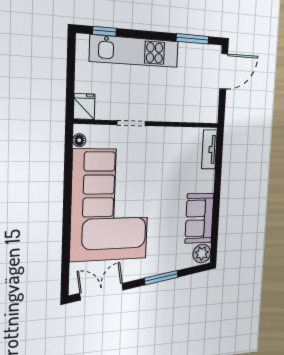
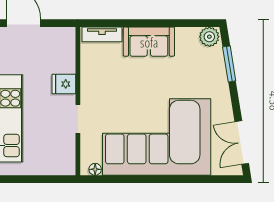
fridge: (84, 107) -> (64, 84), moved
sofa: (199, 218) -> (149, 42), moved
window: (161, 278) -> (229, 64), moved

